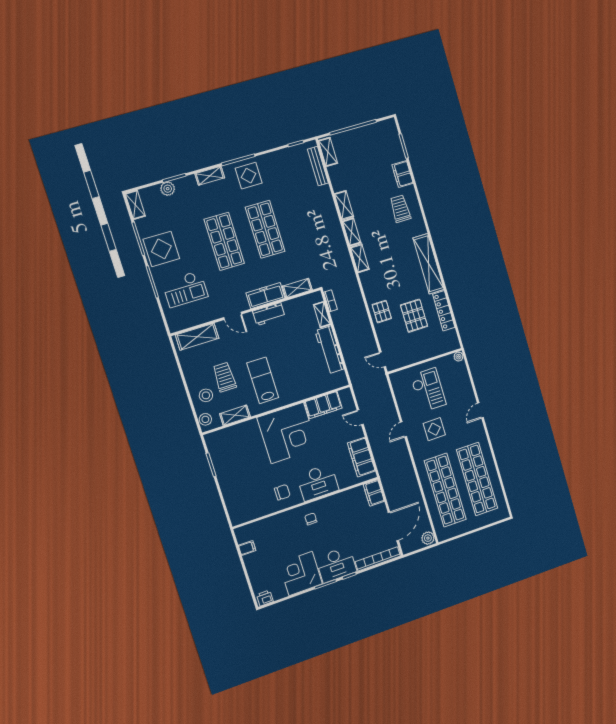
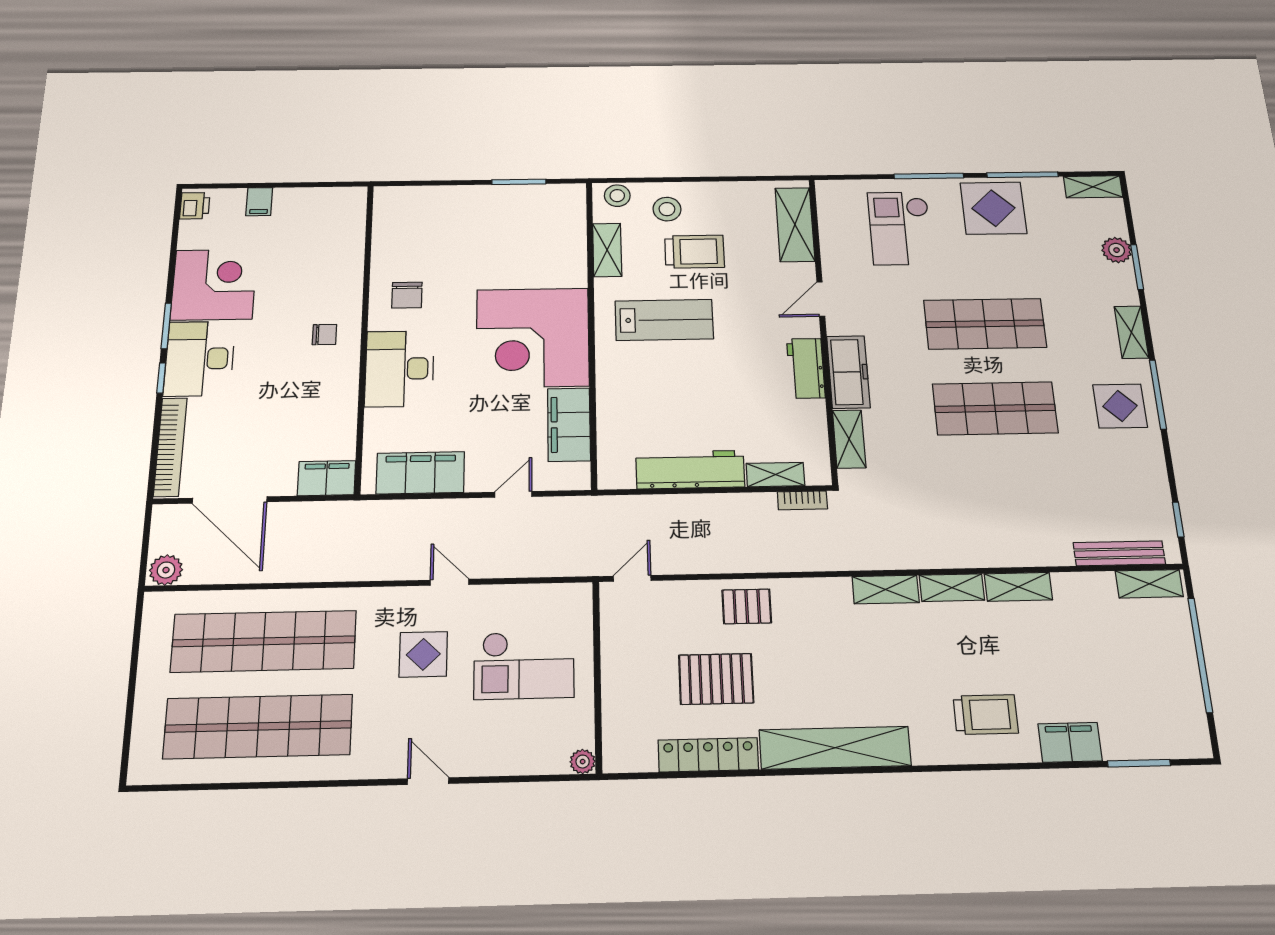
filing cabinet: (247, 548) -> (259, 202), moved

